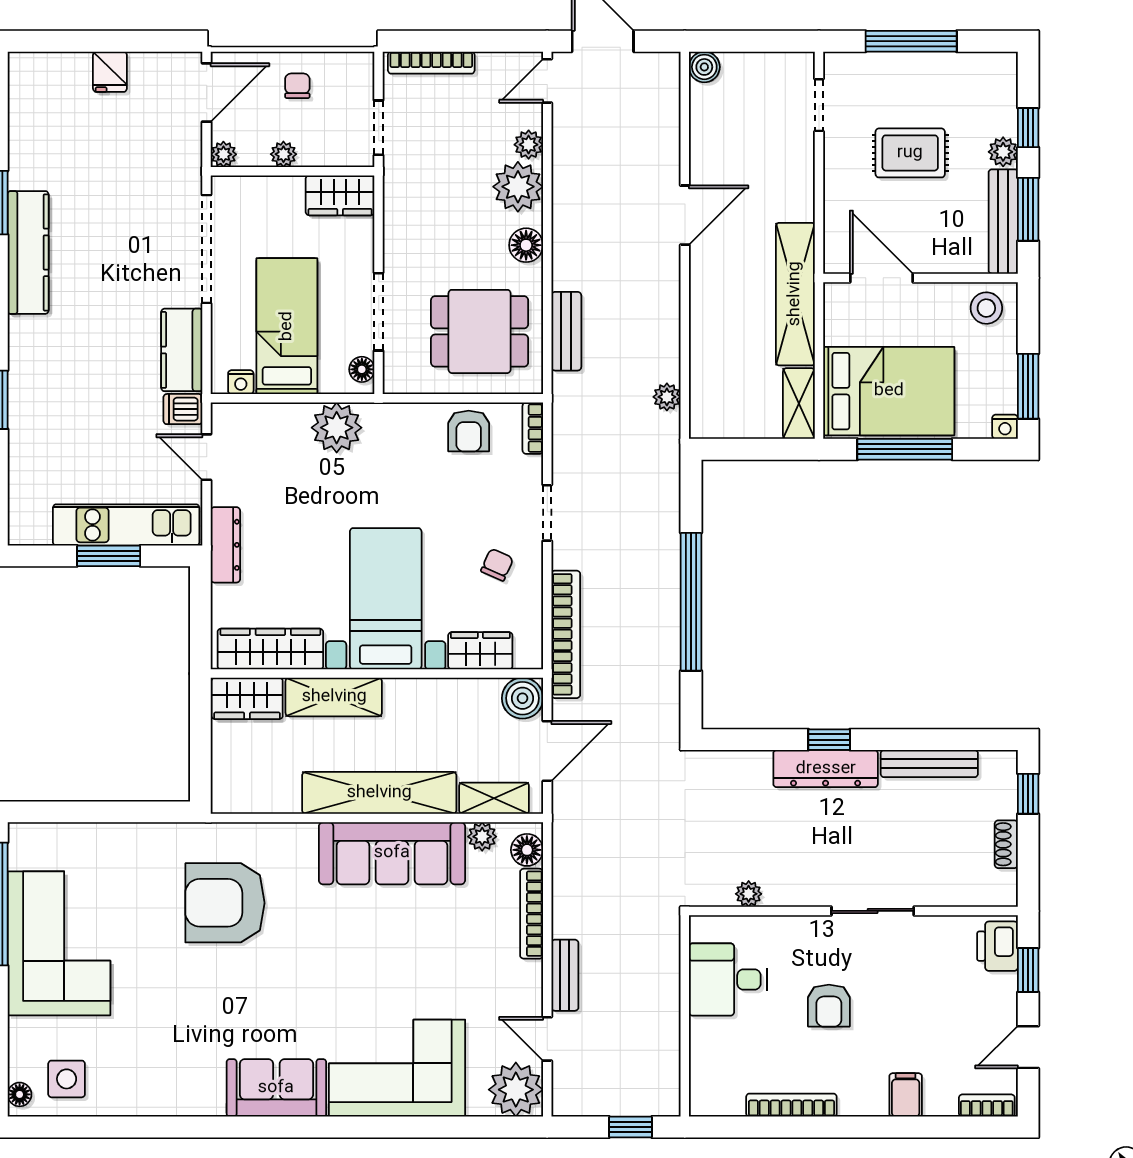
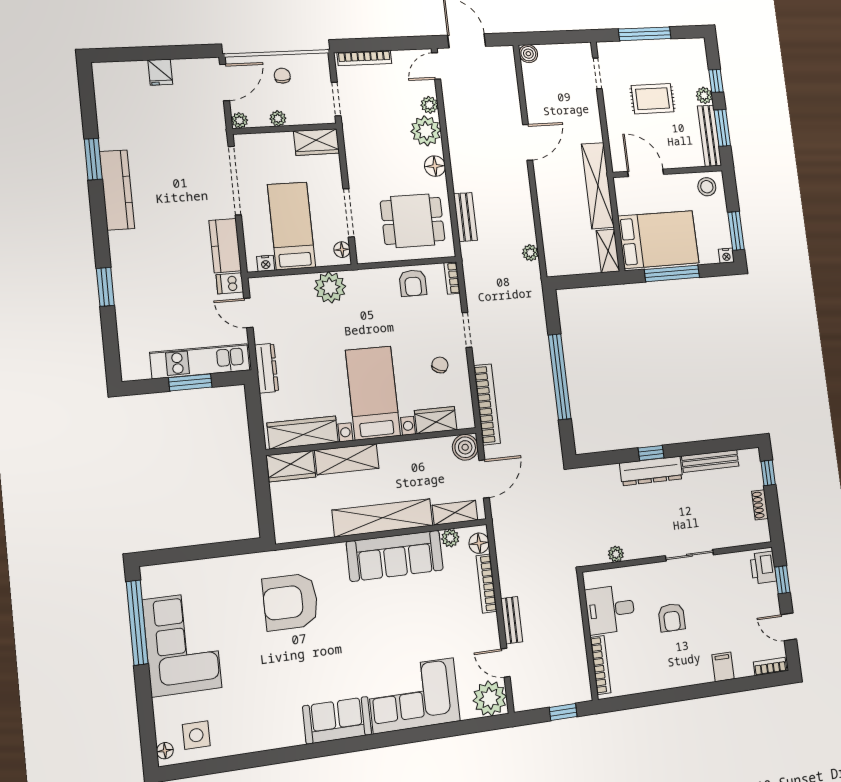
door: (1028, 1047) -> (789, 627), hinge flipped
bookcase: (791, 1105) -> (600, 665), moved, turned 90

